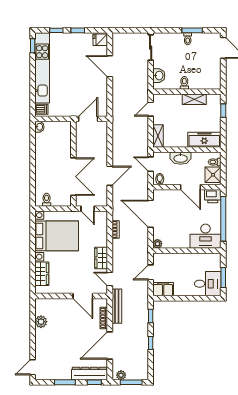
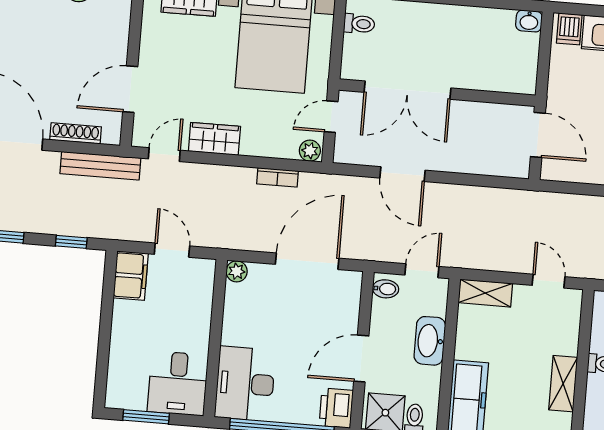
plant: (103, 217) -> (310, 151), added
desk: (208, 284) -> (178, 383), moved

